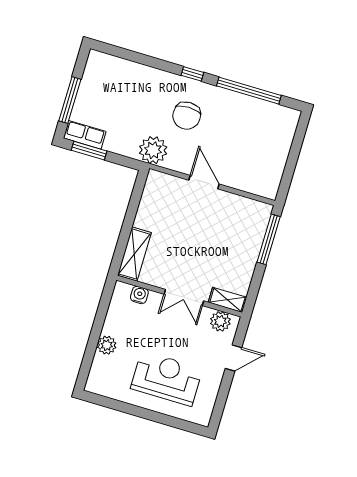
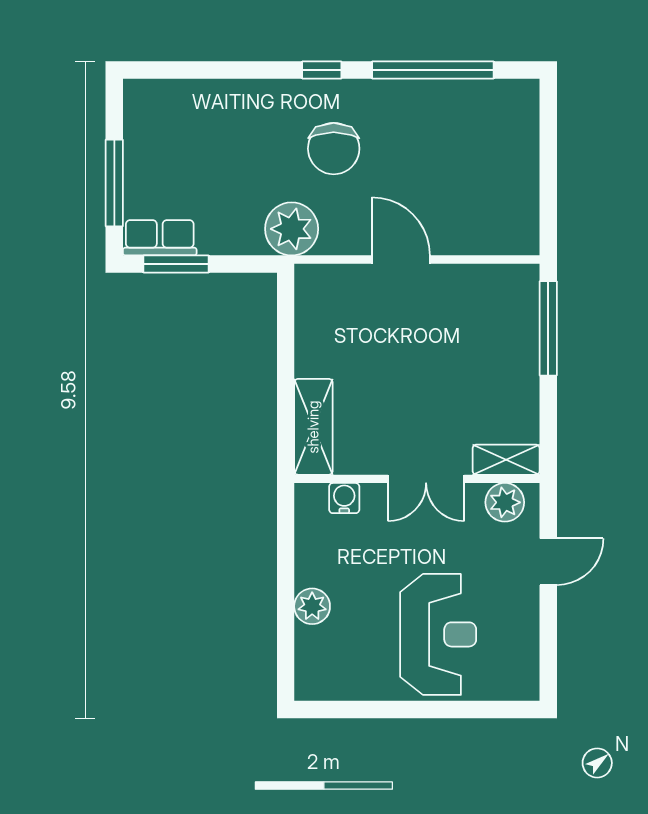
reception desk: (167, 378) -> (438, 634), turned 90

